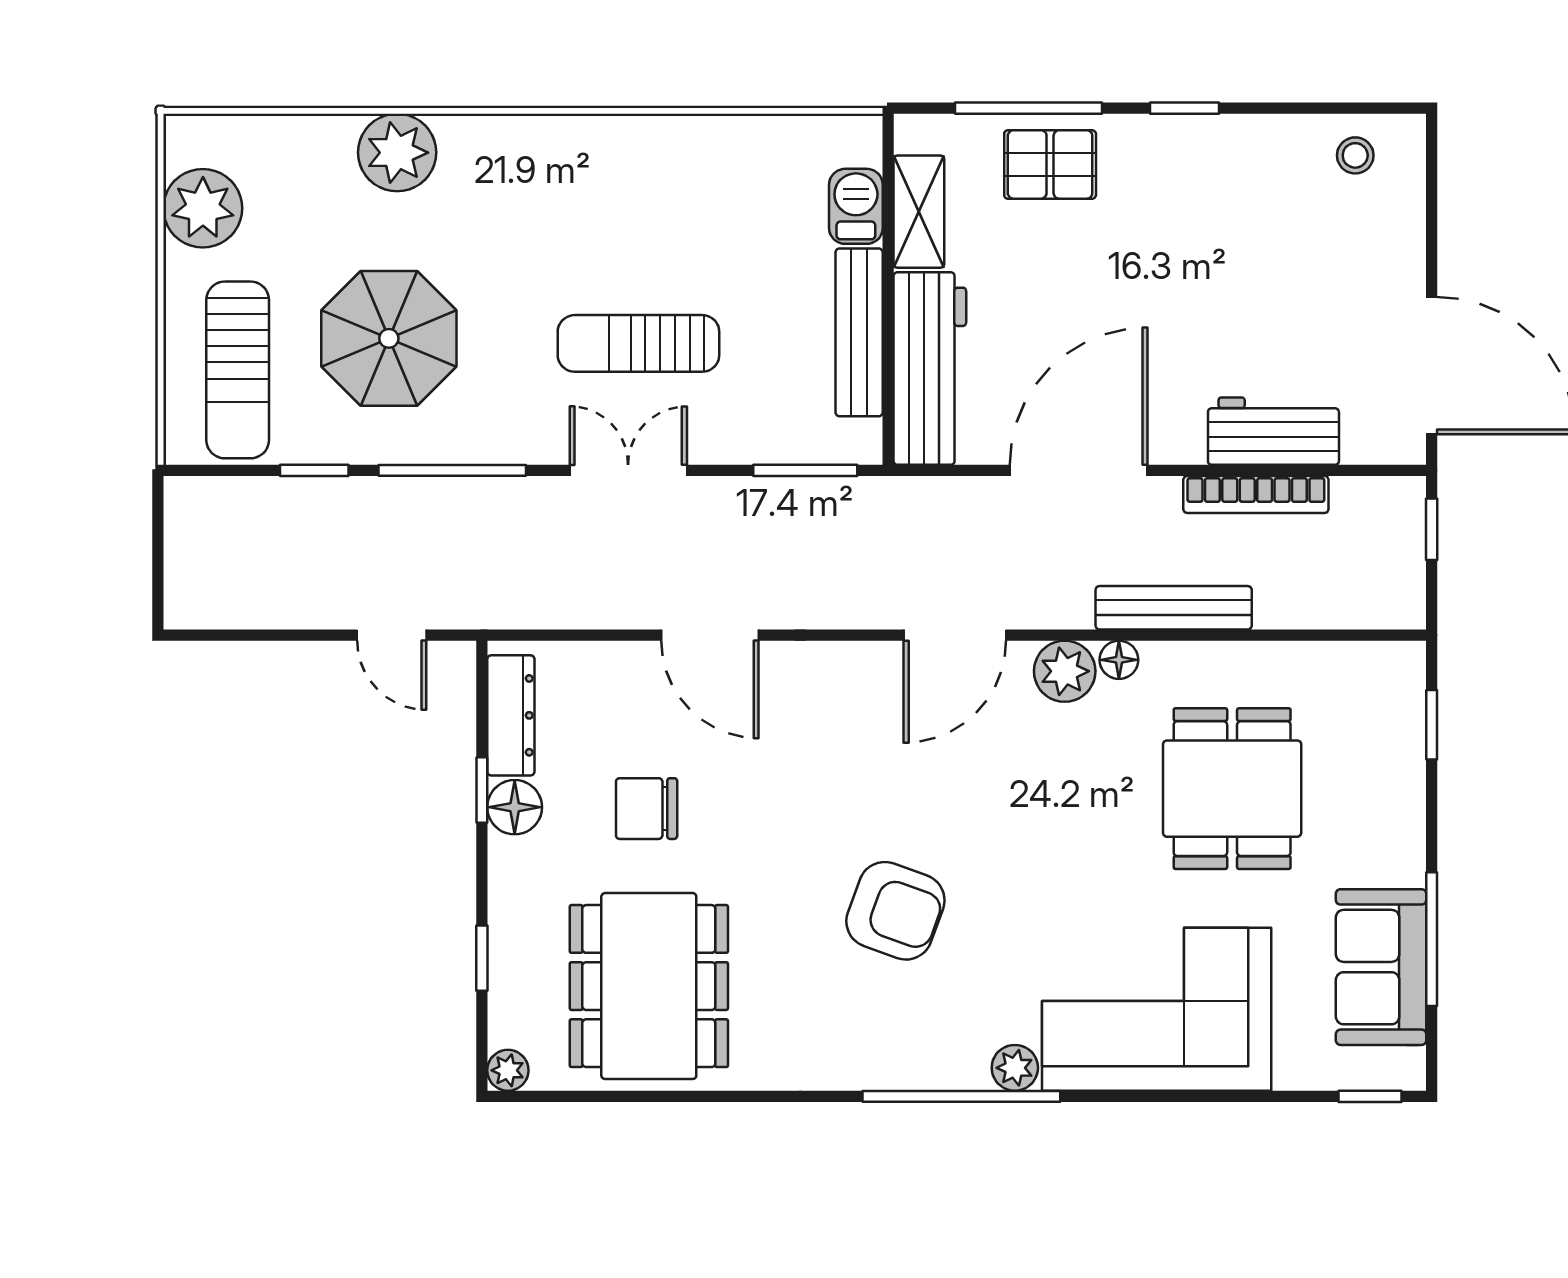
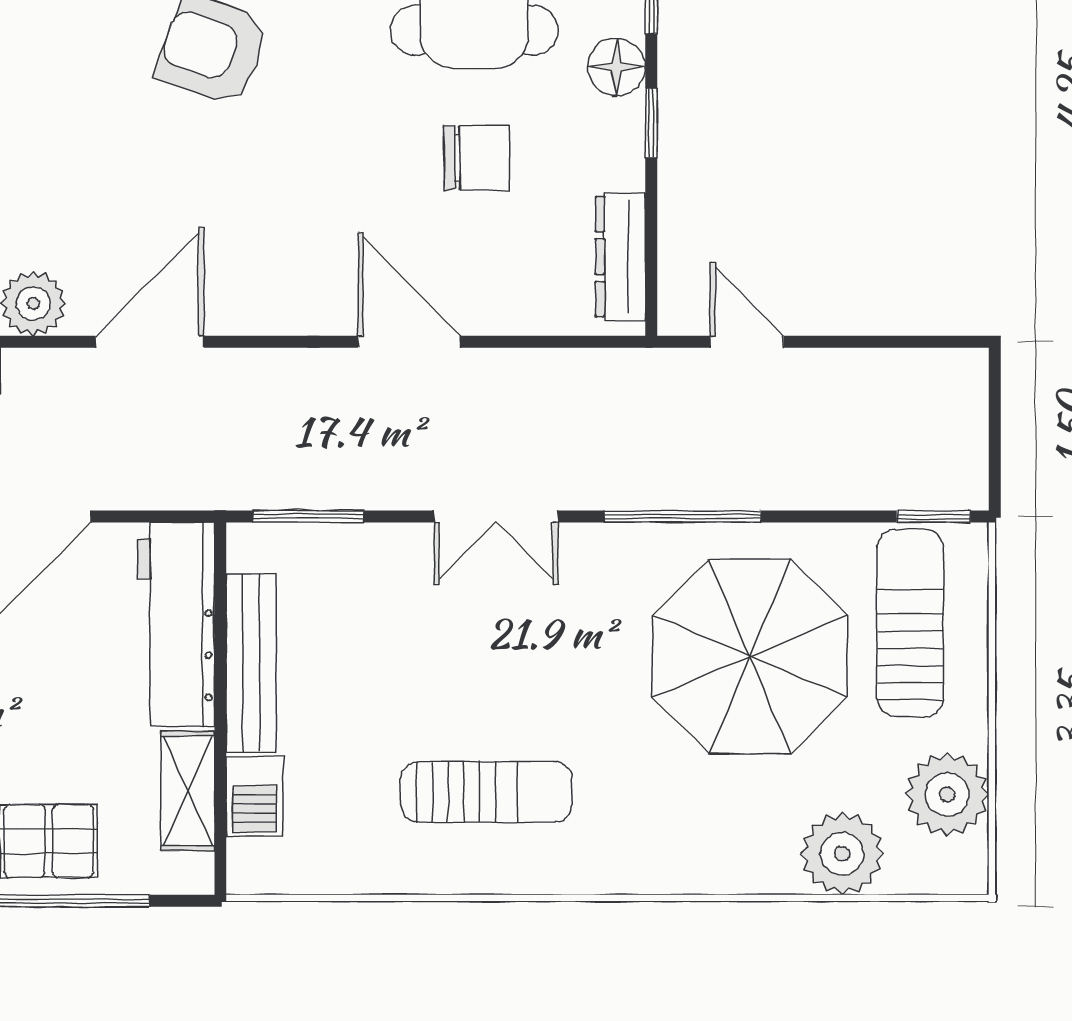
plant: (397, 153) -> (842, 854), moved
parasol: (389, 338) -> (750, 656), width x1.36, depth x1.36
sun lounger: (638, 343) -> (486, 792), moved
window: (314, 470) -> (933, 516), moved
window: (482, 790) -> (651, 123), moved
floor lamp: (515, 807) -> (617, 67), moved

